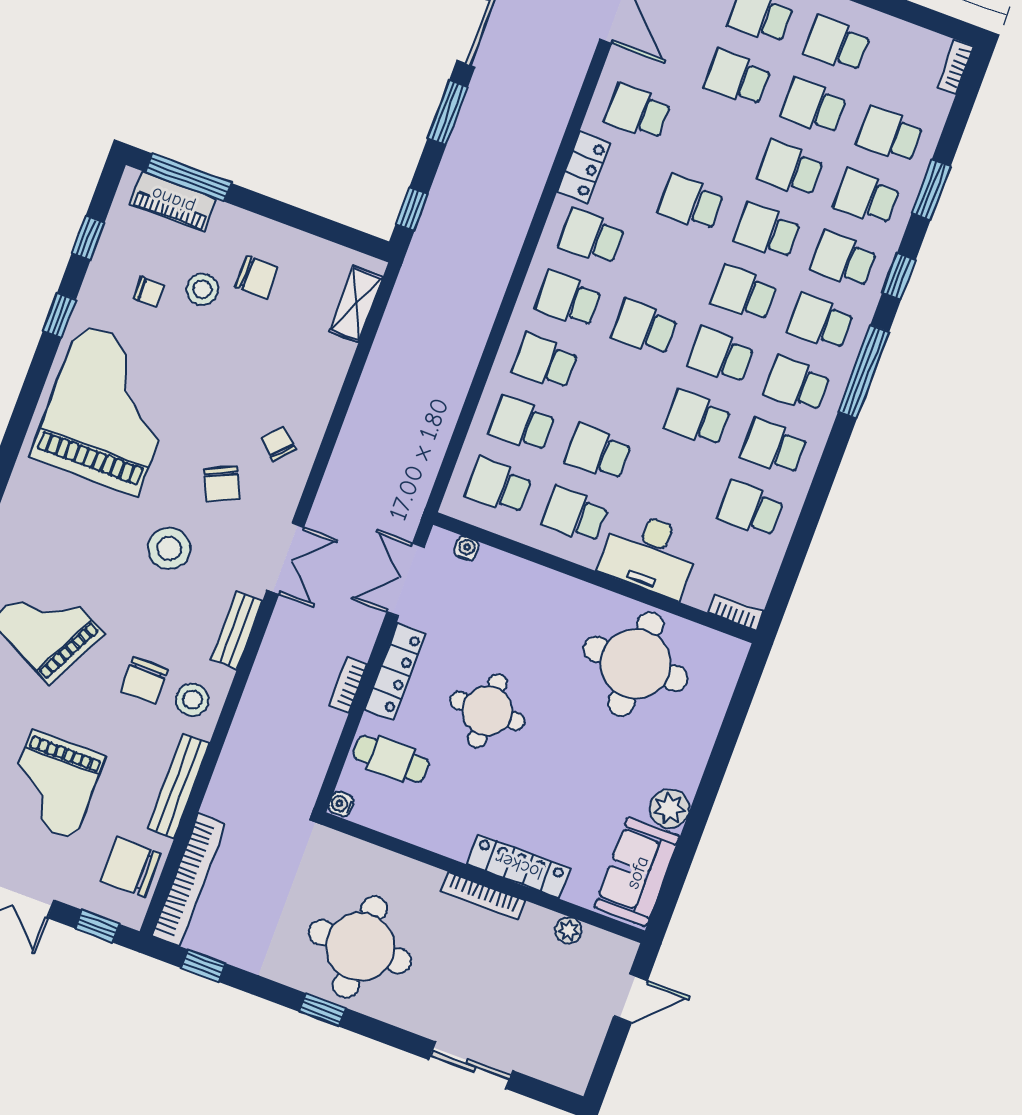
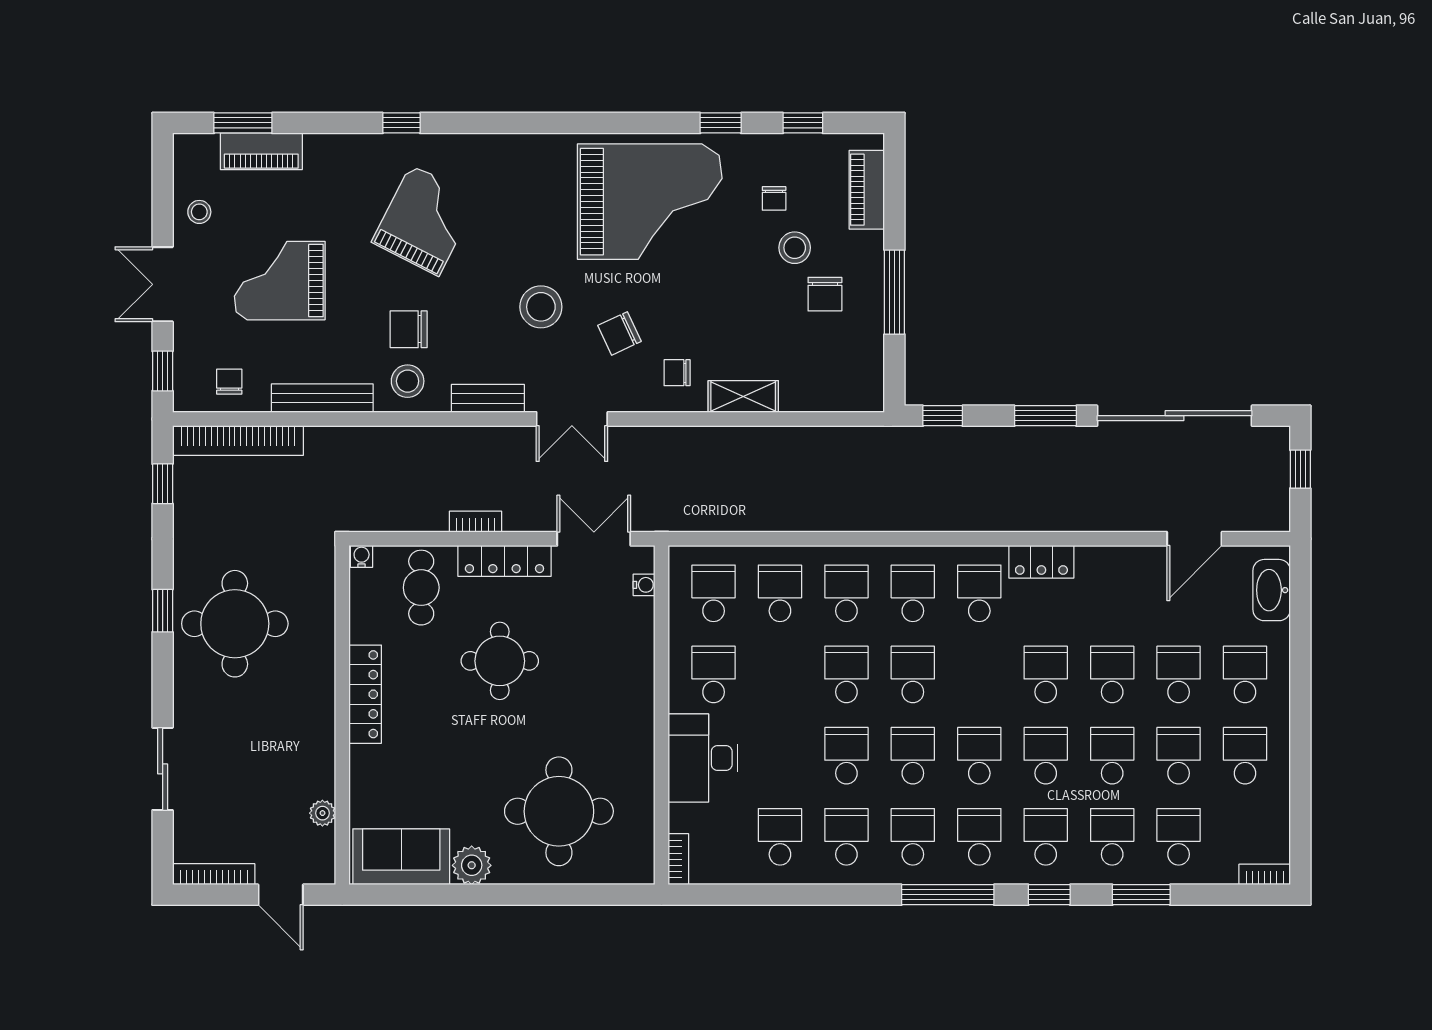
school desk: (638, 112) -> (1112, 674), moved
window: (188, 177) -> (894, 292), moved
shelving: (356, 304) -> (743, 397), moved
chair: (279, 444) -> (677, 373), turned -133
school desk: (598, 452) -> (846, 674), moved
round table: (636, 664) -> (559, 811), moved
locker: (519, 866) -> (365, 694), moved
chair: (131, 867) -> (229, 382), width x0.54, depth x0.54
bookcase: (483, 896) -> (214, 874), moved, turned 90

